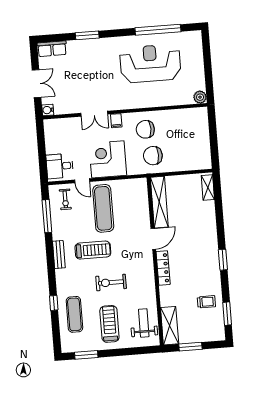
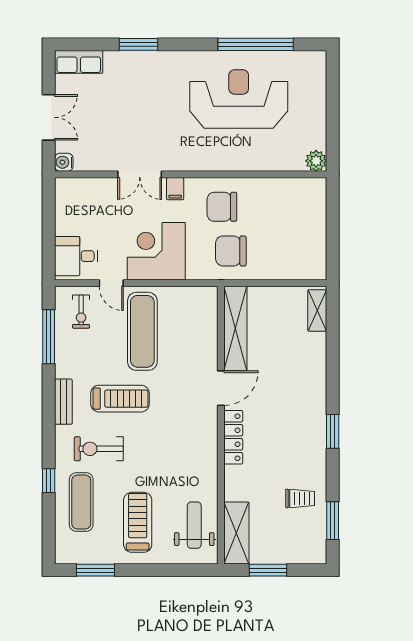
exercise bike: (111, 282) -> (99, 449), moved

